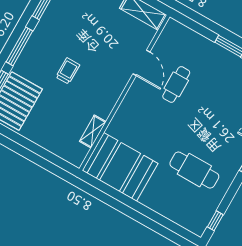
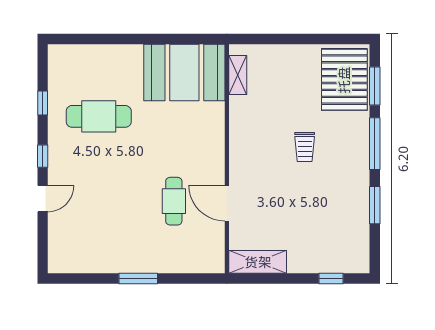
shelving: (93, 132) -> (238, 75), moved
window: (215, 221) -> (43, 103), moved

